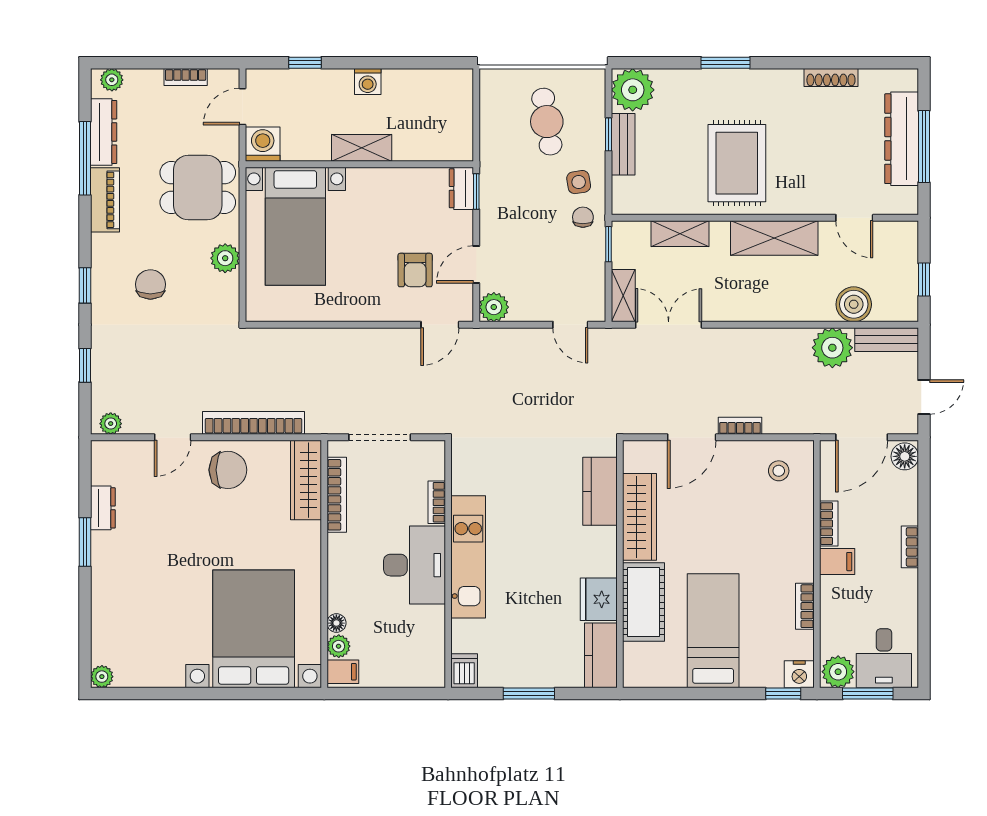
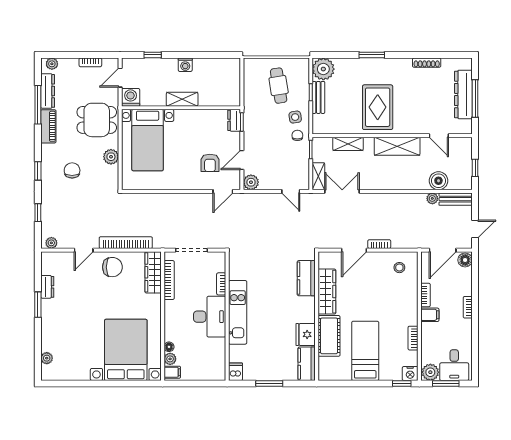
plant: (832, 348) -> (432, 198), width x0.53, depth x0.53
plant: (102, 677) -> (47, 358), moved

